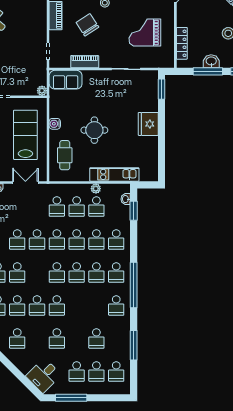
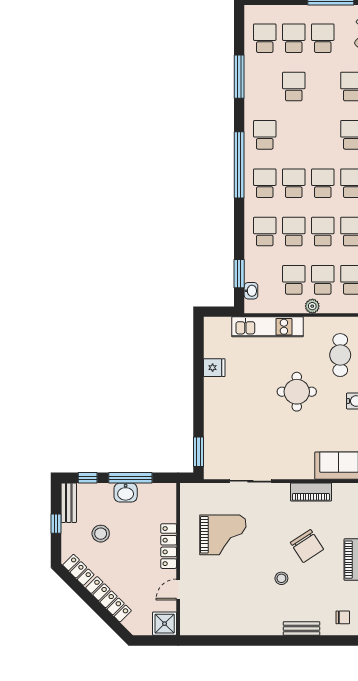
locker: (182, 43) -> (169, 546), moved
fridge: (148, 124) -> (214, 368), moved, width x0.53, depth x0.75
plant: (96, 189) -> (312, 306), moved

